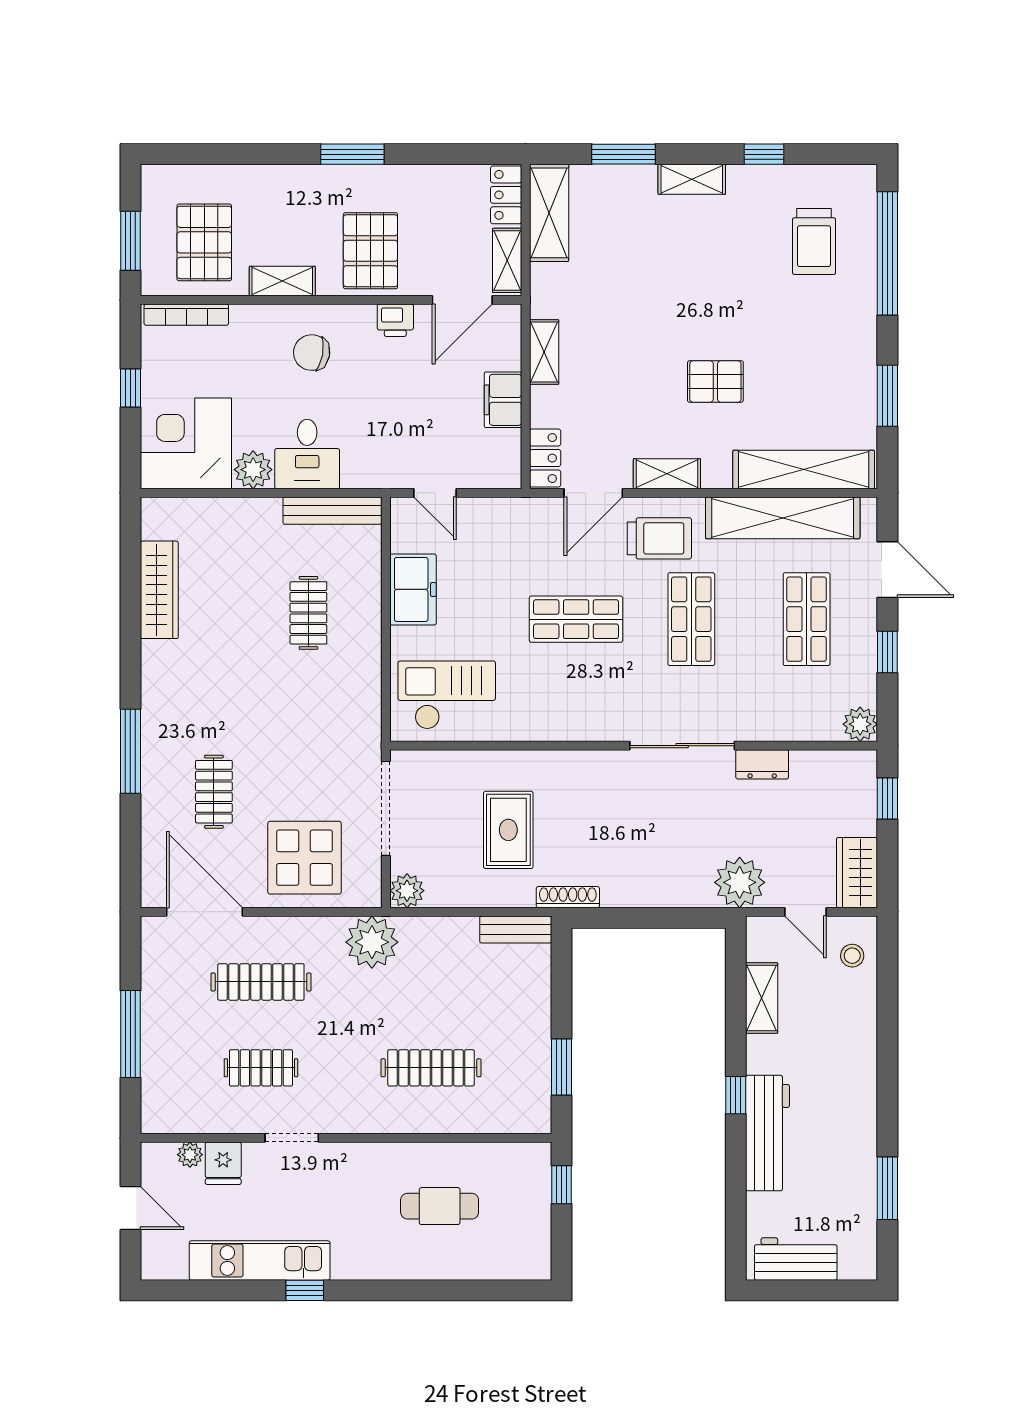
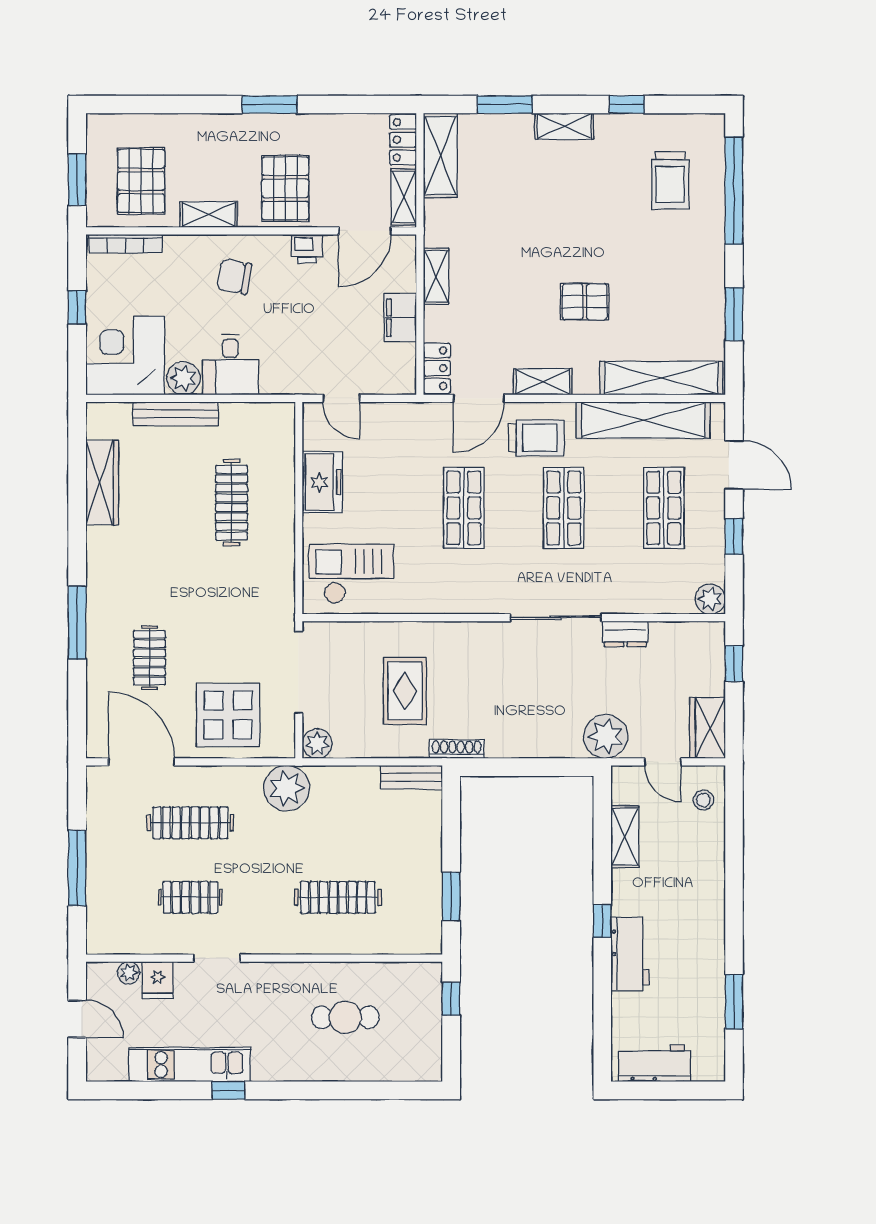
bench: (333, 511) -> (176, 414), moved
clothes rail: (308, 613) -> (232, 503), width x1.36
shop shelf: (576, 619) -> (464, 508), turned 90
workbench: (768, 1133) -> (630, 954), width x0.73

